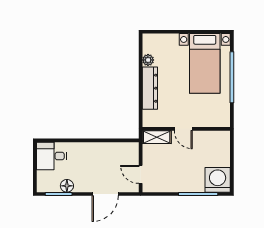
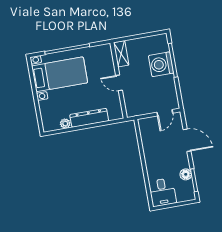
door: (183, 129) -> (119, 83), swing flipped
shelving: (157, 137) -> (121, 54), moved
washing machine: (218, 180) -> (161, 64), moved

